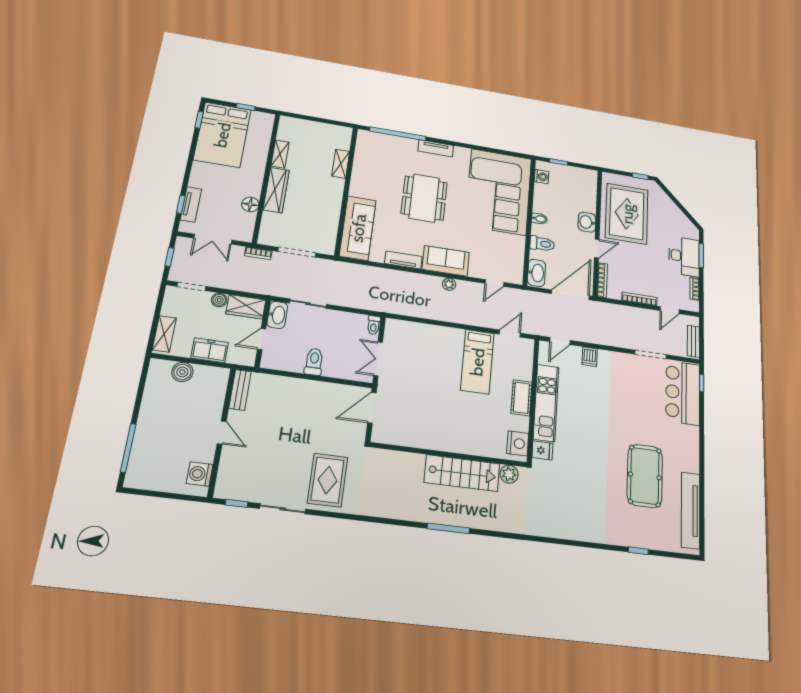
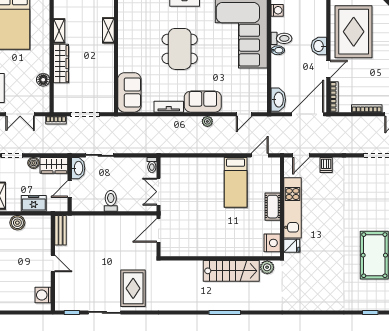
sofa: (358, 228) -> (129, 92), width x0.73
toilet: (542, 244) -> (281, 38), moved

